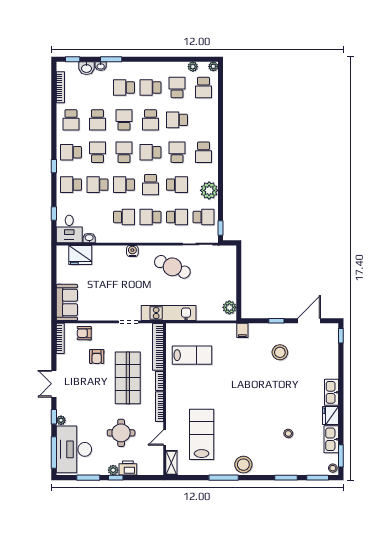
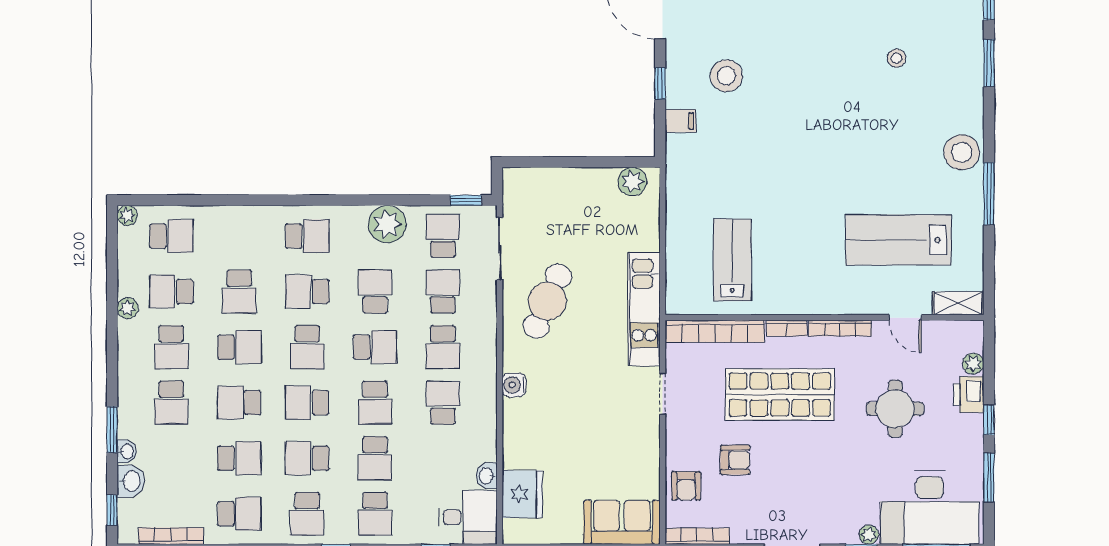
plant: (193, 67) -> (128, 308), moved
filing cabinet: (242, 330) -> (681, 121), moved
plant: (113, 470) -> (973, 364), moved

